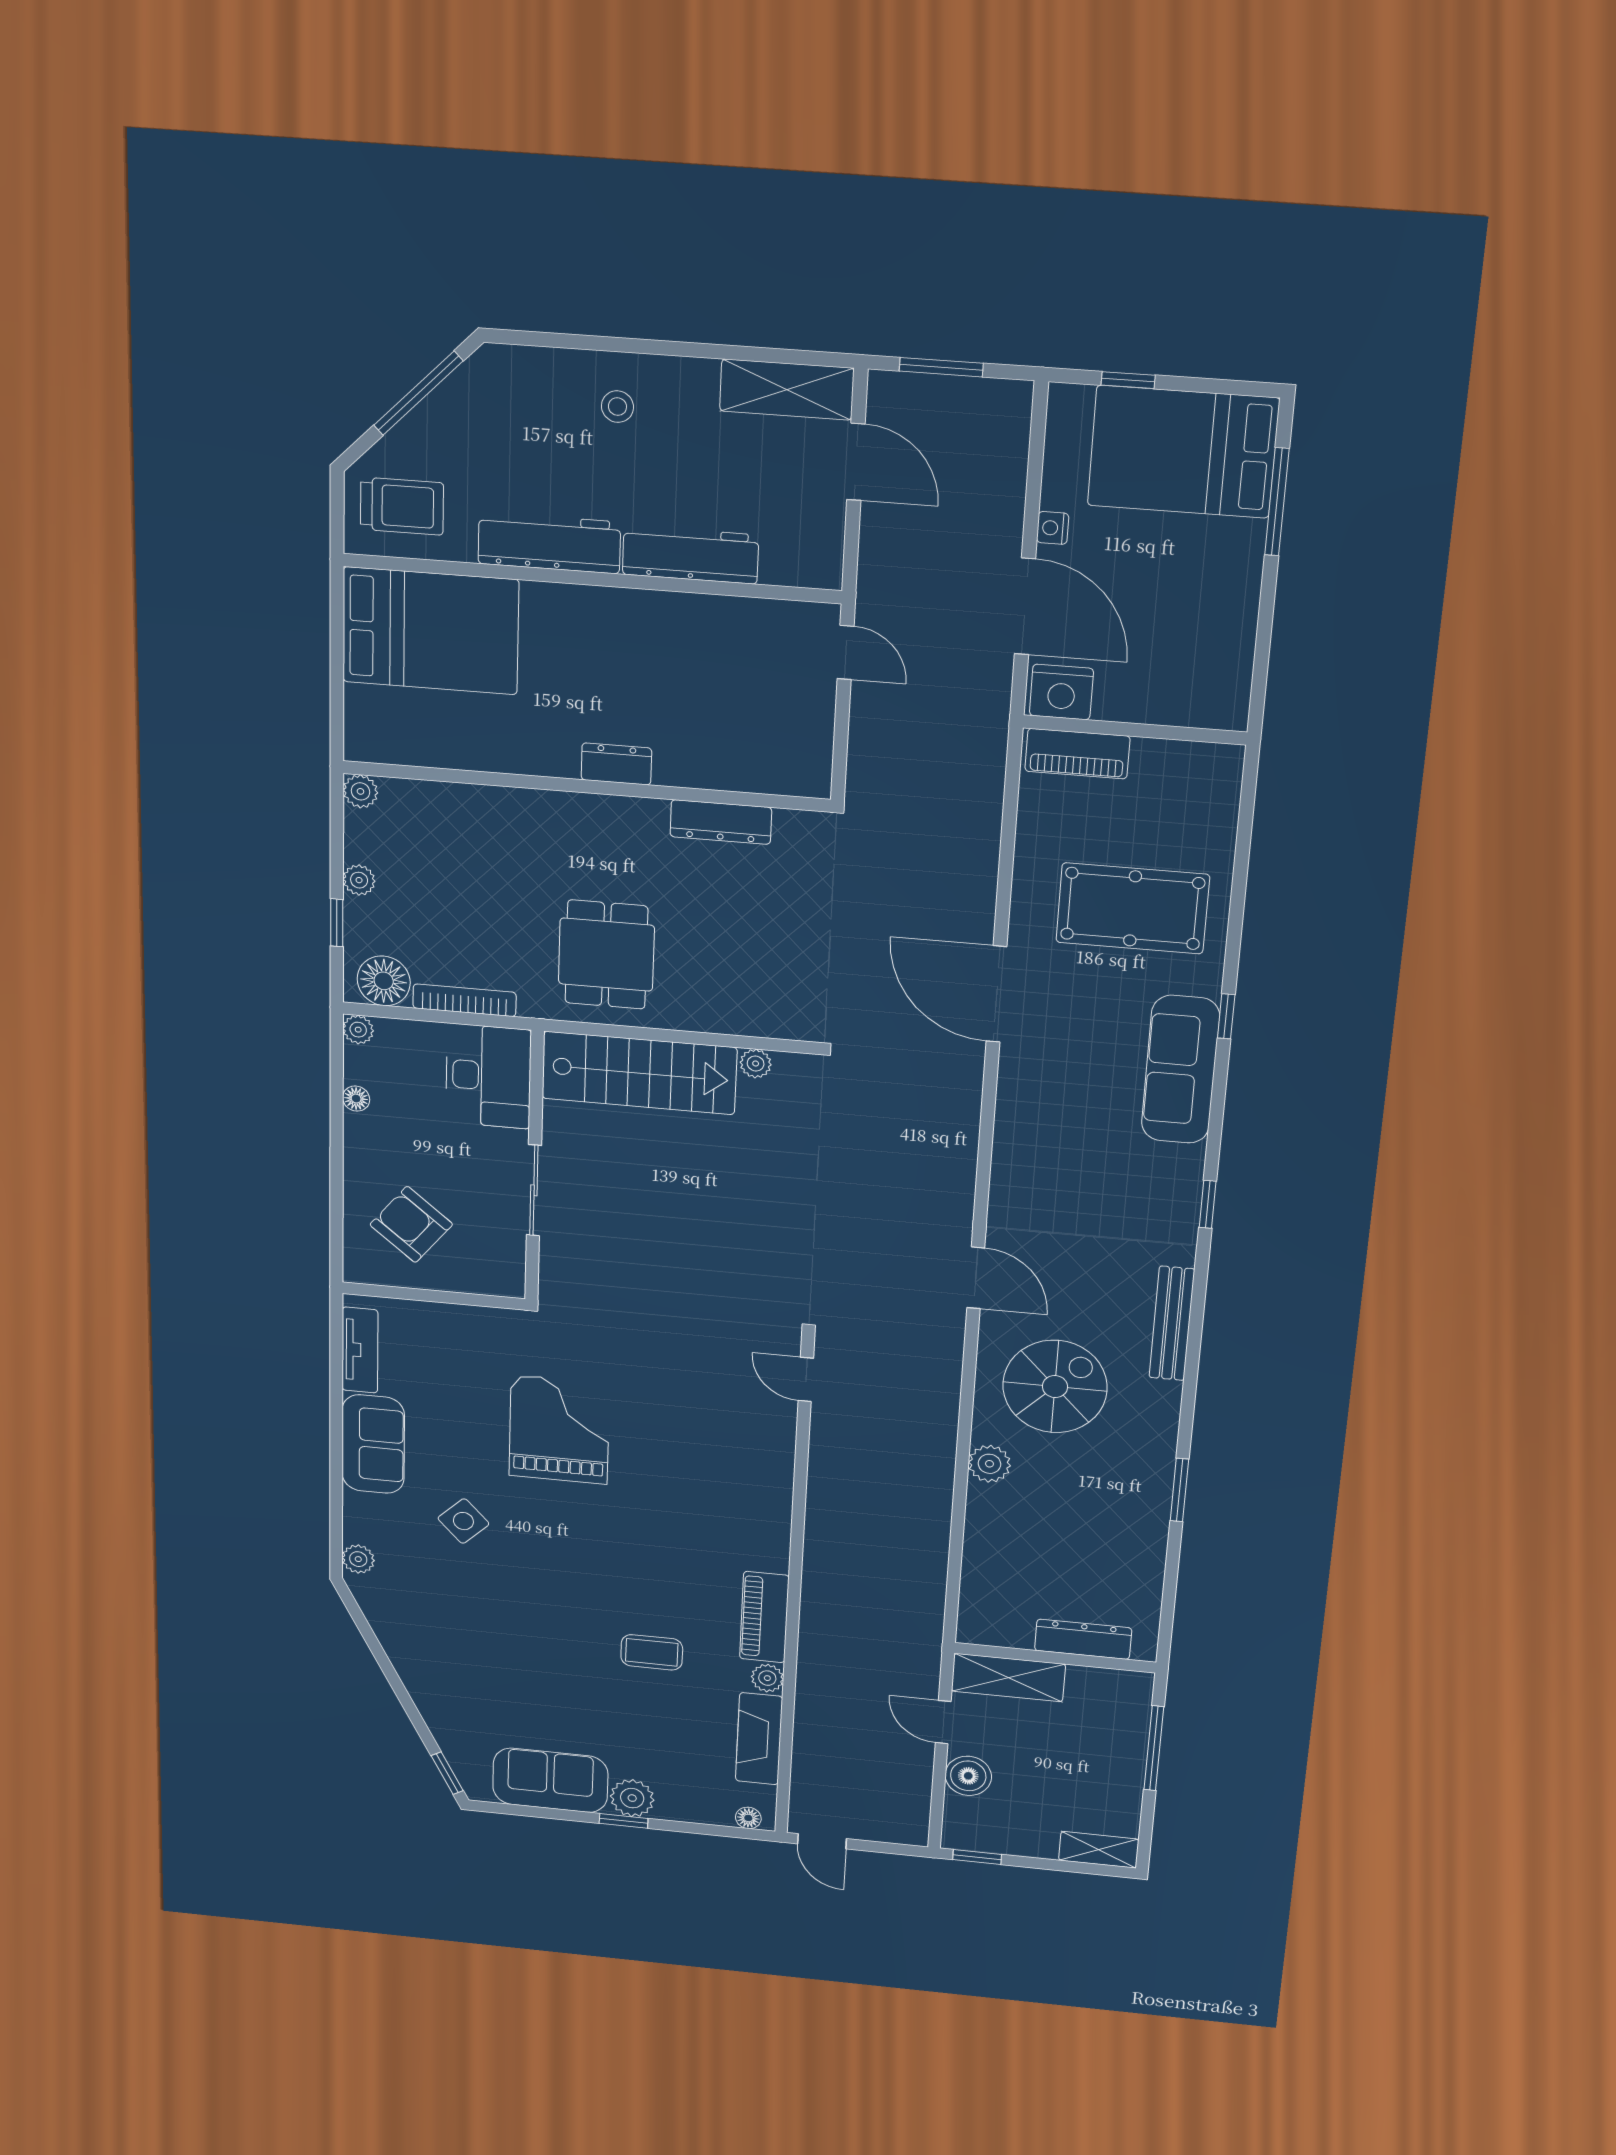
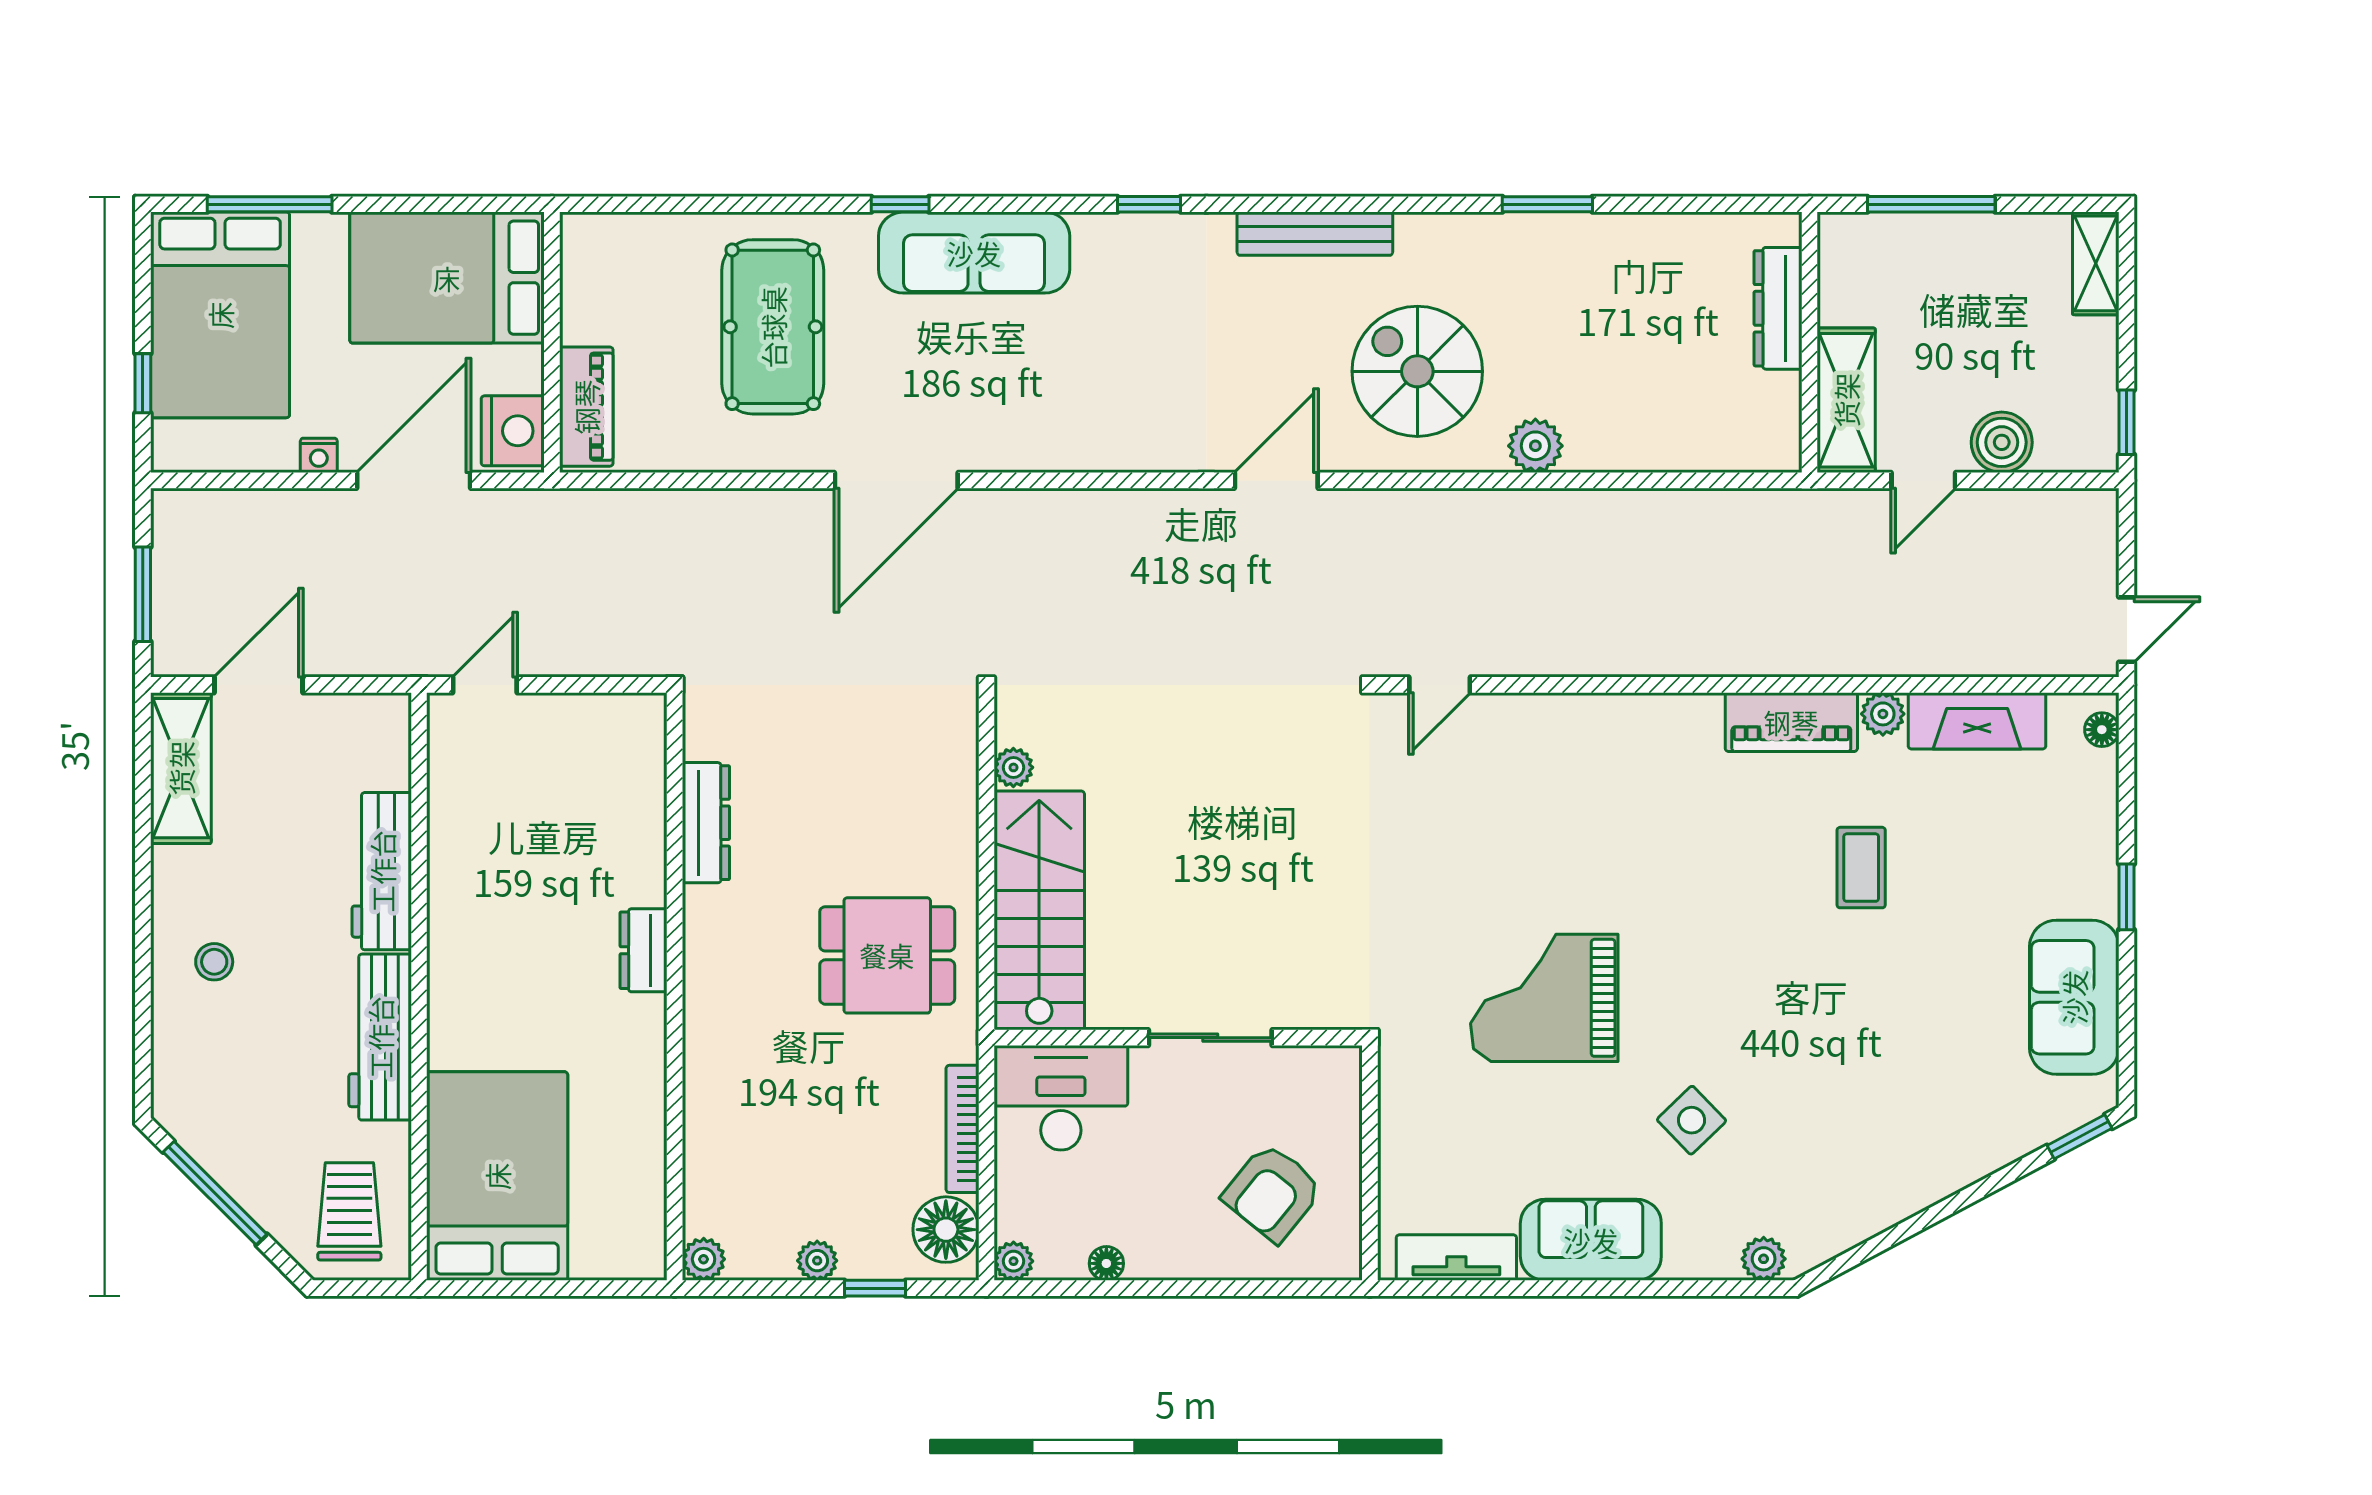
bed: (1198, 648) -> (447, 278), added
plant: (632, 1798) -> (2089, 886), removed

